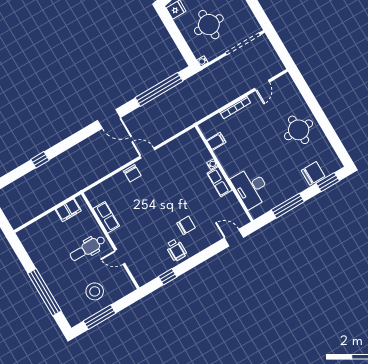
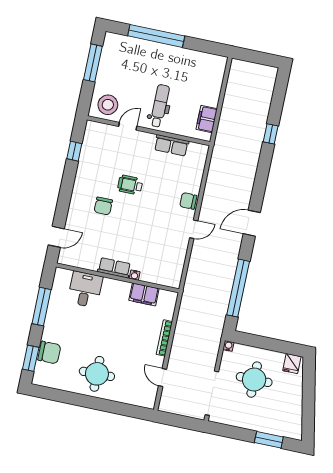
filing cabinet: (216, 141) -> (144, 294), width x2.00
chair: (313, 173) -> (49, 353), turned -90
desk: (251, 188) -> (85, 289), width x0.73
wheelchair: (176, 250) -> (130, 185), moved
stool: (95, 291) -> (108, 105), moved

